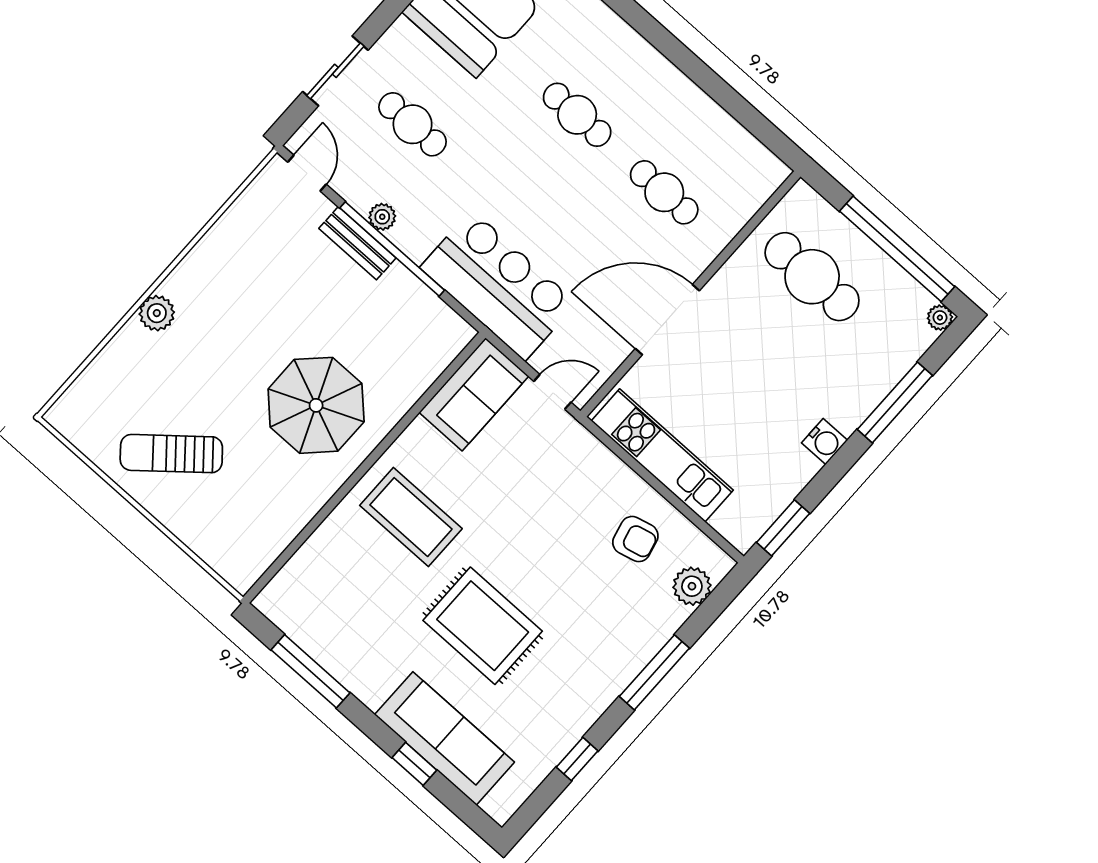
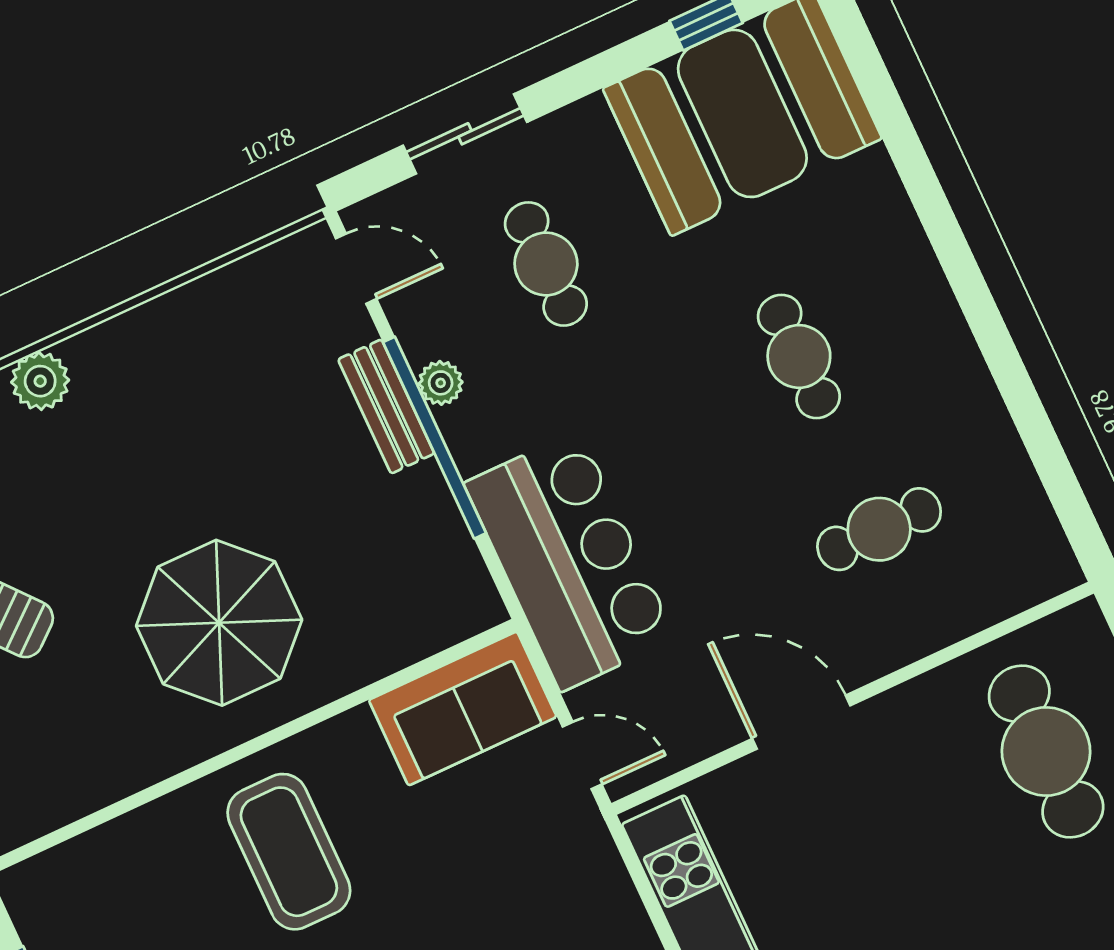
door: (307, 173) -> (356, 269), hinge flipped
cafe table: (664, 192) -> (879, 529), turned 90
door: (667, 320) -> (801, 722), width x0.73

